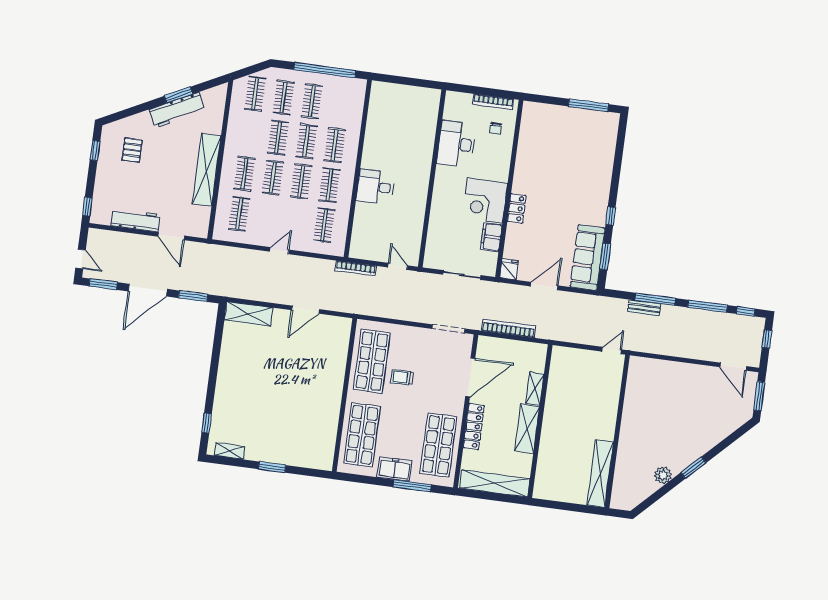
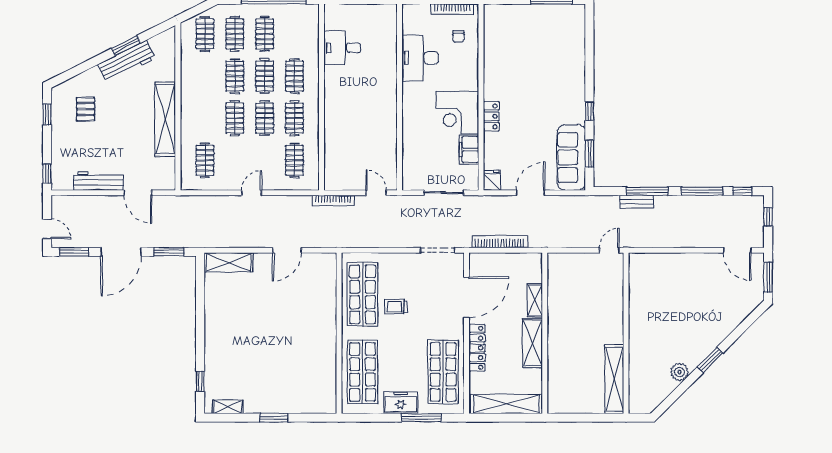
clothes rail: (244, 174) -> (205, 118), removed
desk: (375, 187) -> (342, 48), moved

